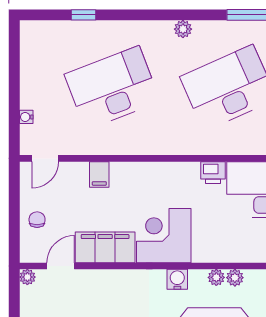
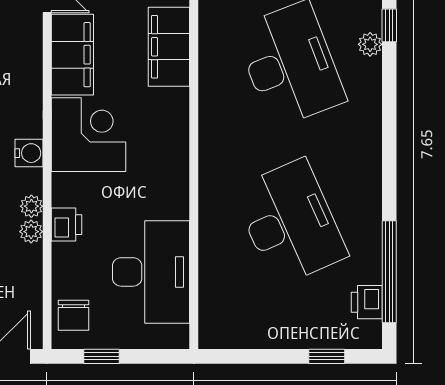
plant: (183, 29) -> (370, 44), moved
printer: (213, 173) -> (66, 225), moved, turned 180
filing cabinet: (99, 174) -> (169, 47), width x3.00, depth x1.17

